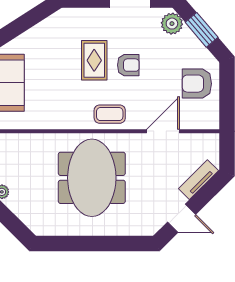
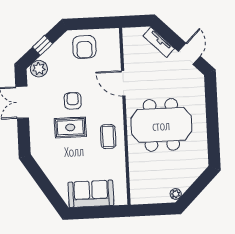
window: (202, 30) -> (43, 45), width x0.67
coffee table: (110, 114) -> (108, 136), moved
door: (163, 131) -> (123, 83), moved

